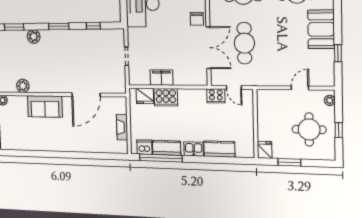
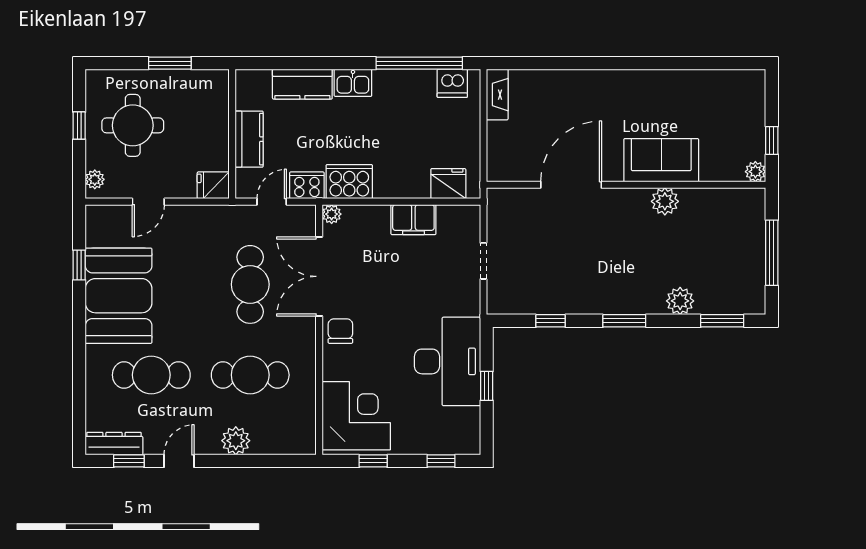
booth: (321, 29) -> (119, 296), width x1.36, depth x1.42
plant: (203, 81) -> (332, 214), added
plant: (23, 86) -> (665, 201), moved
door: (234, 87) -> (272, 202), hinge flipped
cooker: (166, 97) -> (349, 182), moved
fireplace: (122, 127) -> (497, 95), moved
kitchen counter: (167, 148) -> (249, 139), moved, turned -90
fridge: (265, 150) -> (213, 185), moved, turned 90

